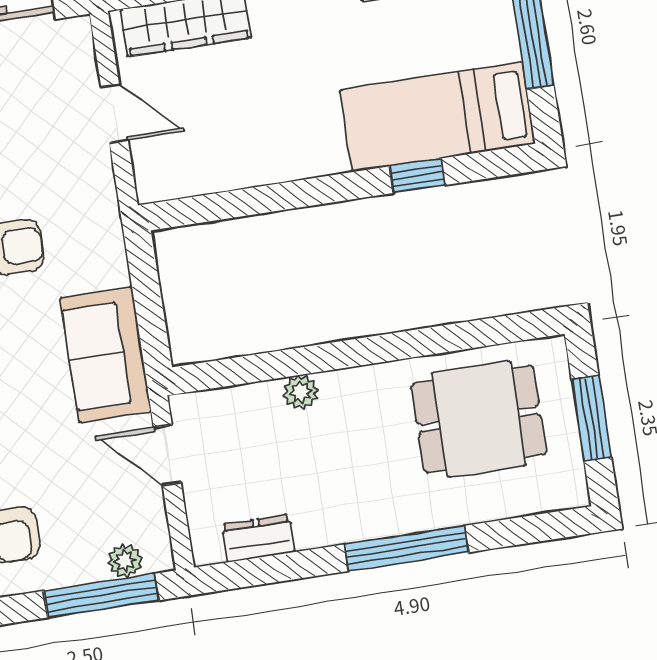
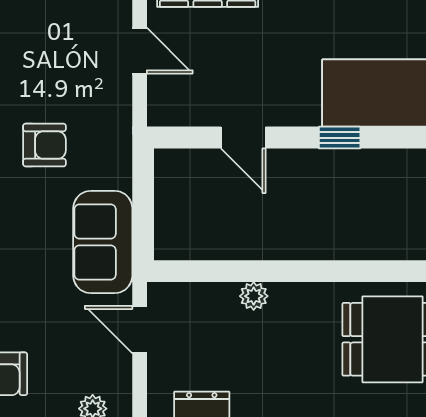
window: (417, 176) -> (340, 138), moved
door: (258, 200) -> (243, 138), added

